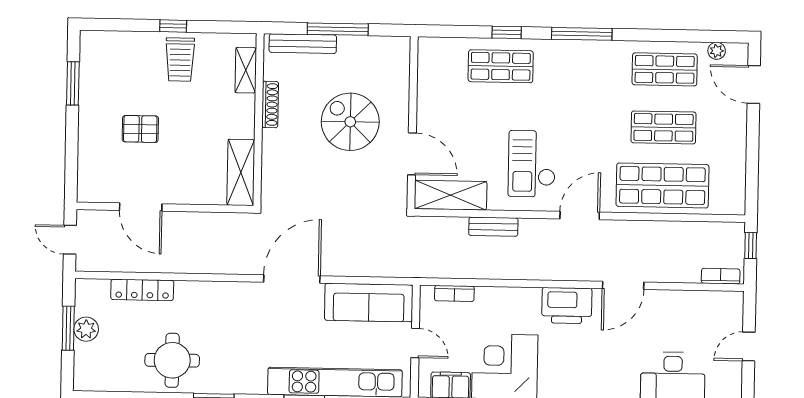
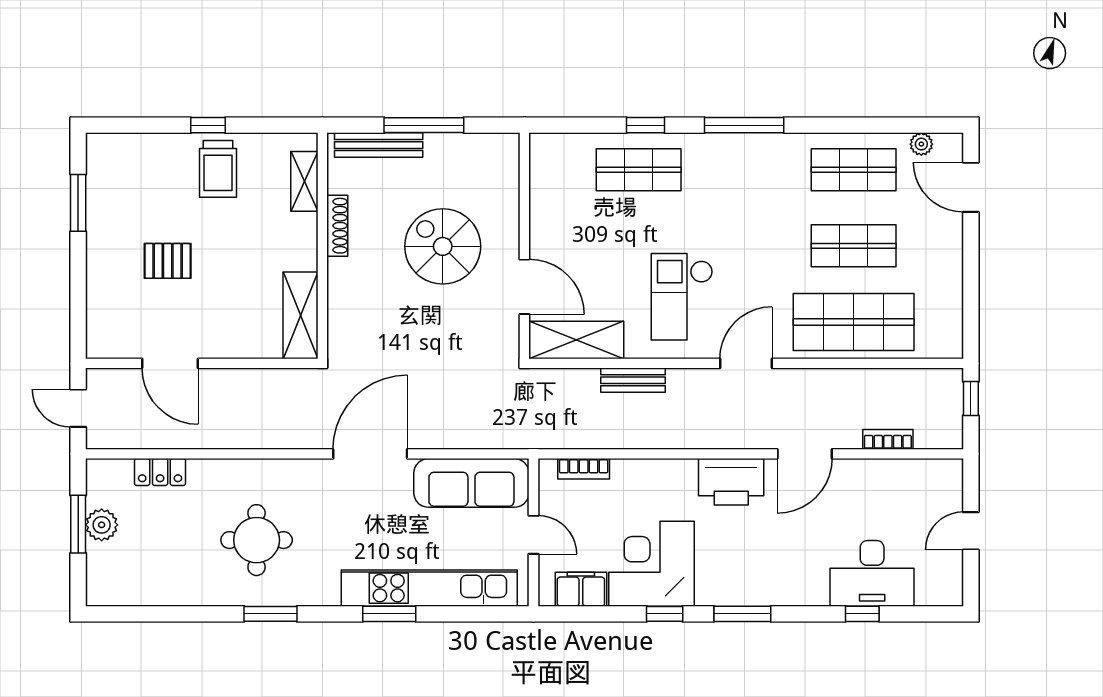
bookcase: (721, 276) -> (888, 439), moved
locker: (142, 290) -> (160, 472), width x0.66
round table: (172, 360) -> (257, 540), moved

